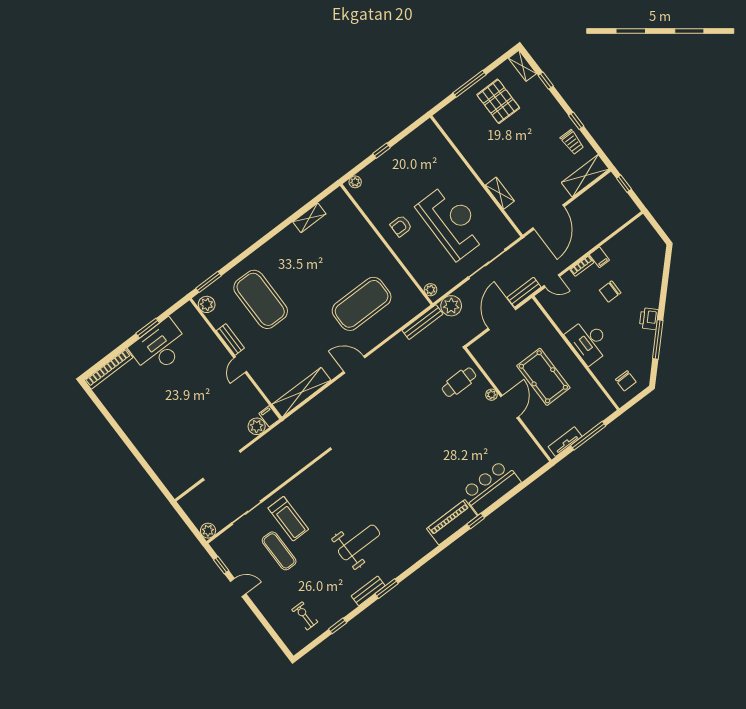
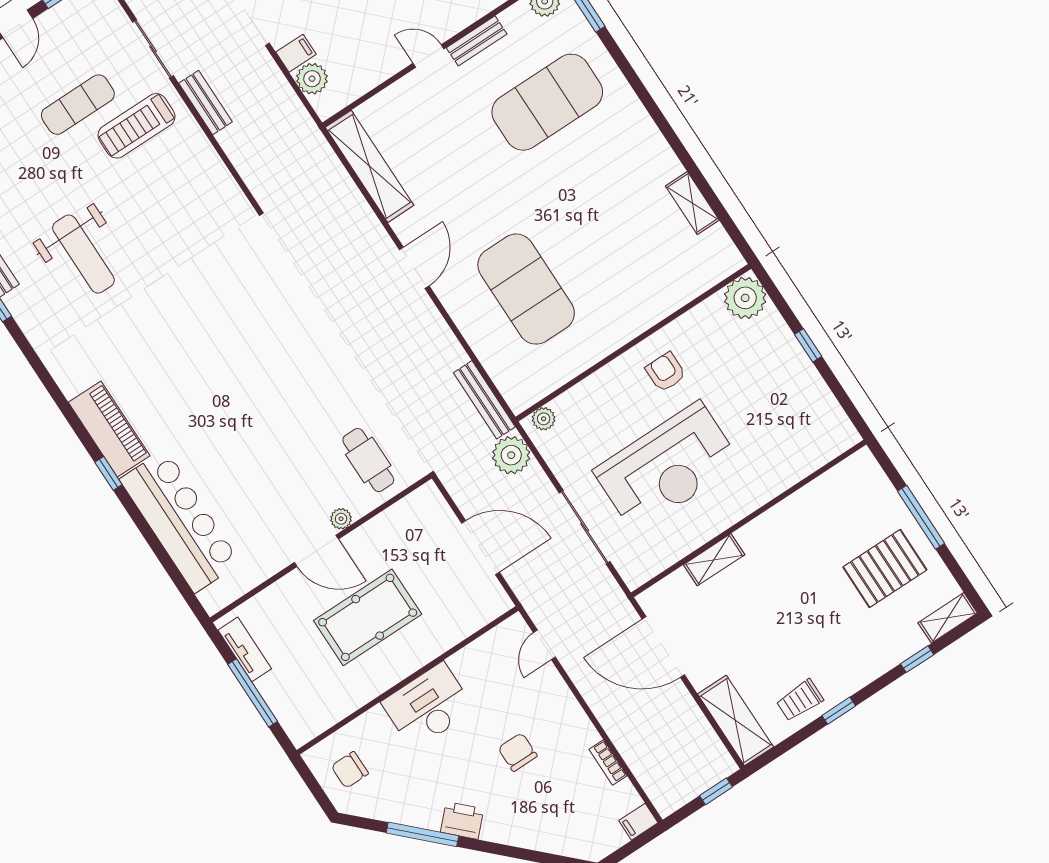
plant: (355, 182) -> (745, 298), width x1.88, depth x1.88
filing cabinet: (599, 257) -> (638, 822), moved
bookcase: (582, 266) -> (608, 762), moved
bench: (524, 292) -> (206, 103), moved
filing cabinet: (269, 416) -> (296, 53), moved
bar counter: (491, 487) -> (180, 521), width x1.36

